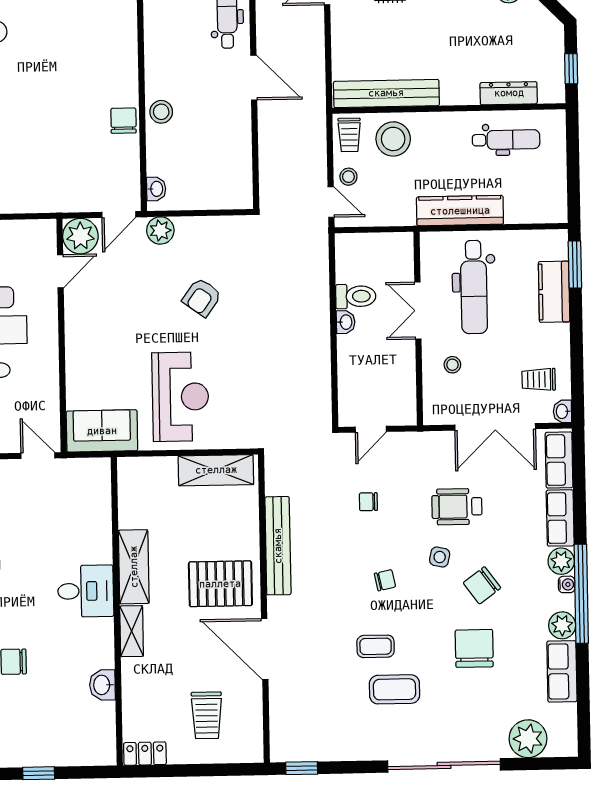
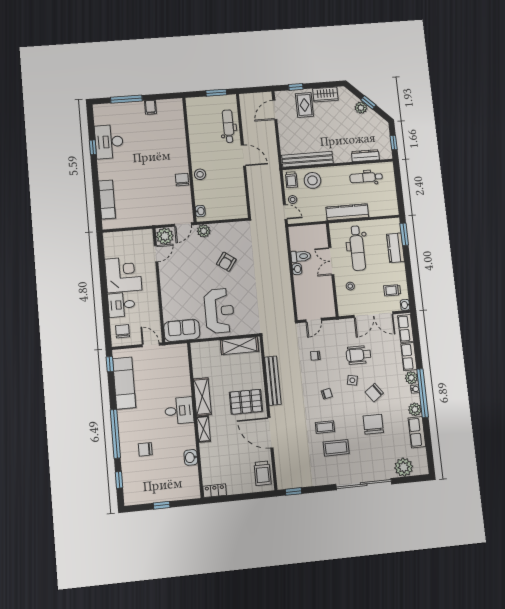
dental chair: (506, 140) -> (366, 177), turned 180
trolley: (207, 715) -> (263, 473), moved

